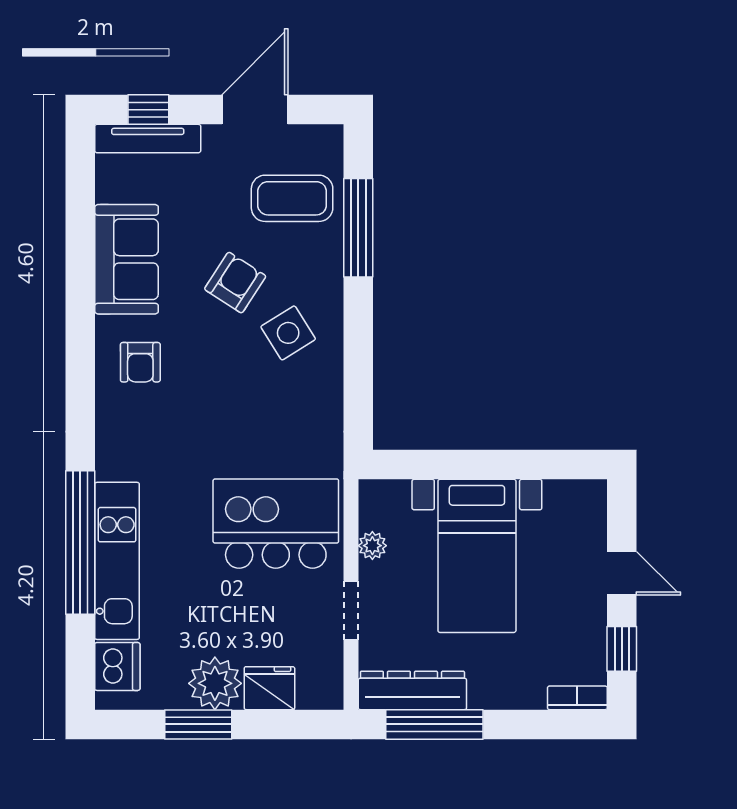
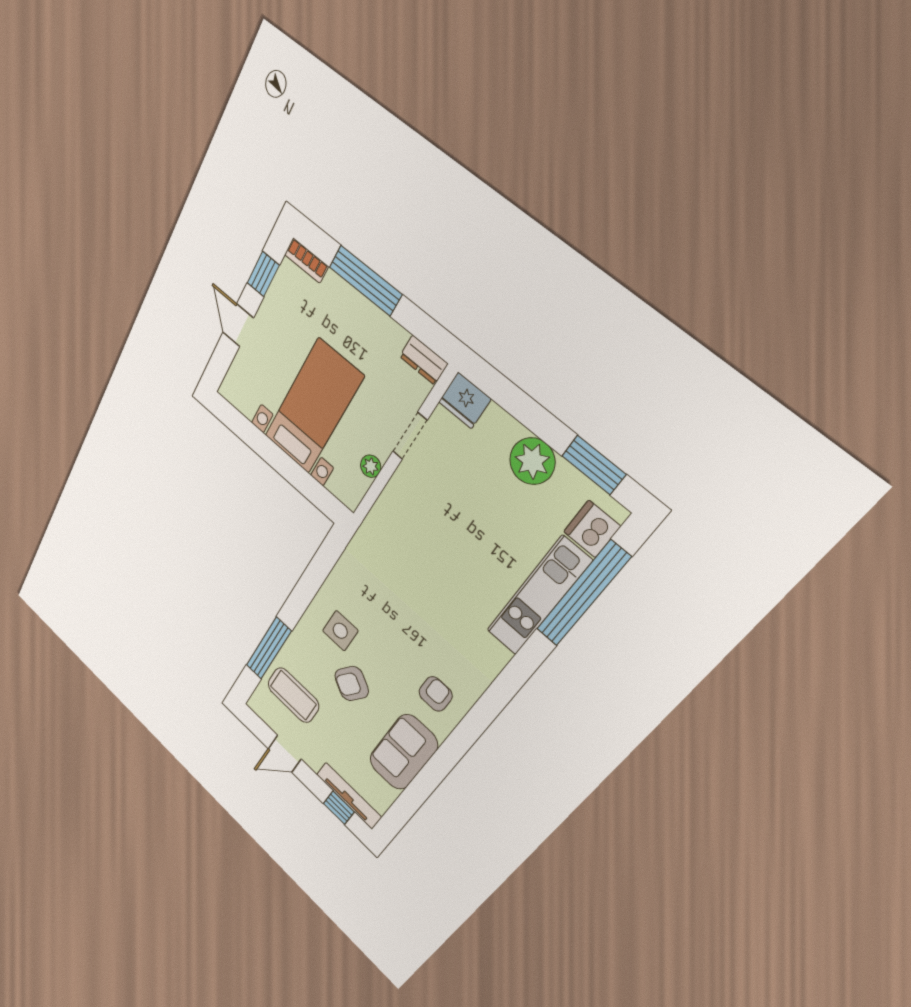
door: (255, 110) -> (285, 754), width x0.73
side table: (288, 333) -> (340, 631), turned 32
kitchen island: (276, 524) -> (420, 531), removed
window: (80, 543) -> (583, 594), moved
fridge: (269, 688) -> (465, 400), moved
dresser: (412, 690) -> (424, 360), width x0.51, depth x0.80
window: (198, 724) -> (594, 465), moved
window: (434, 724) -> (365, 281), moved

